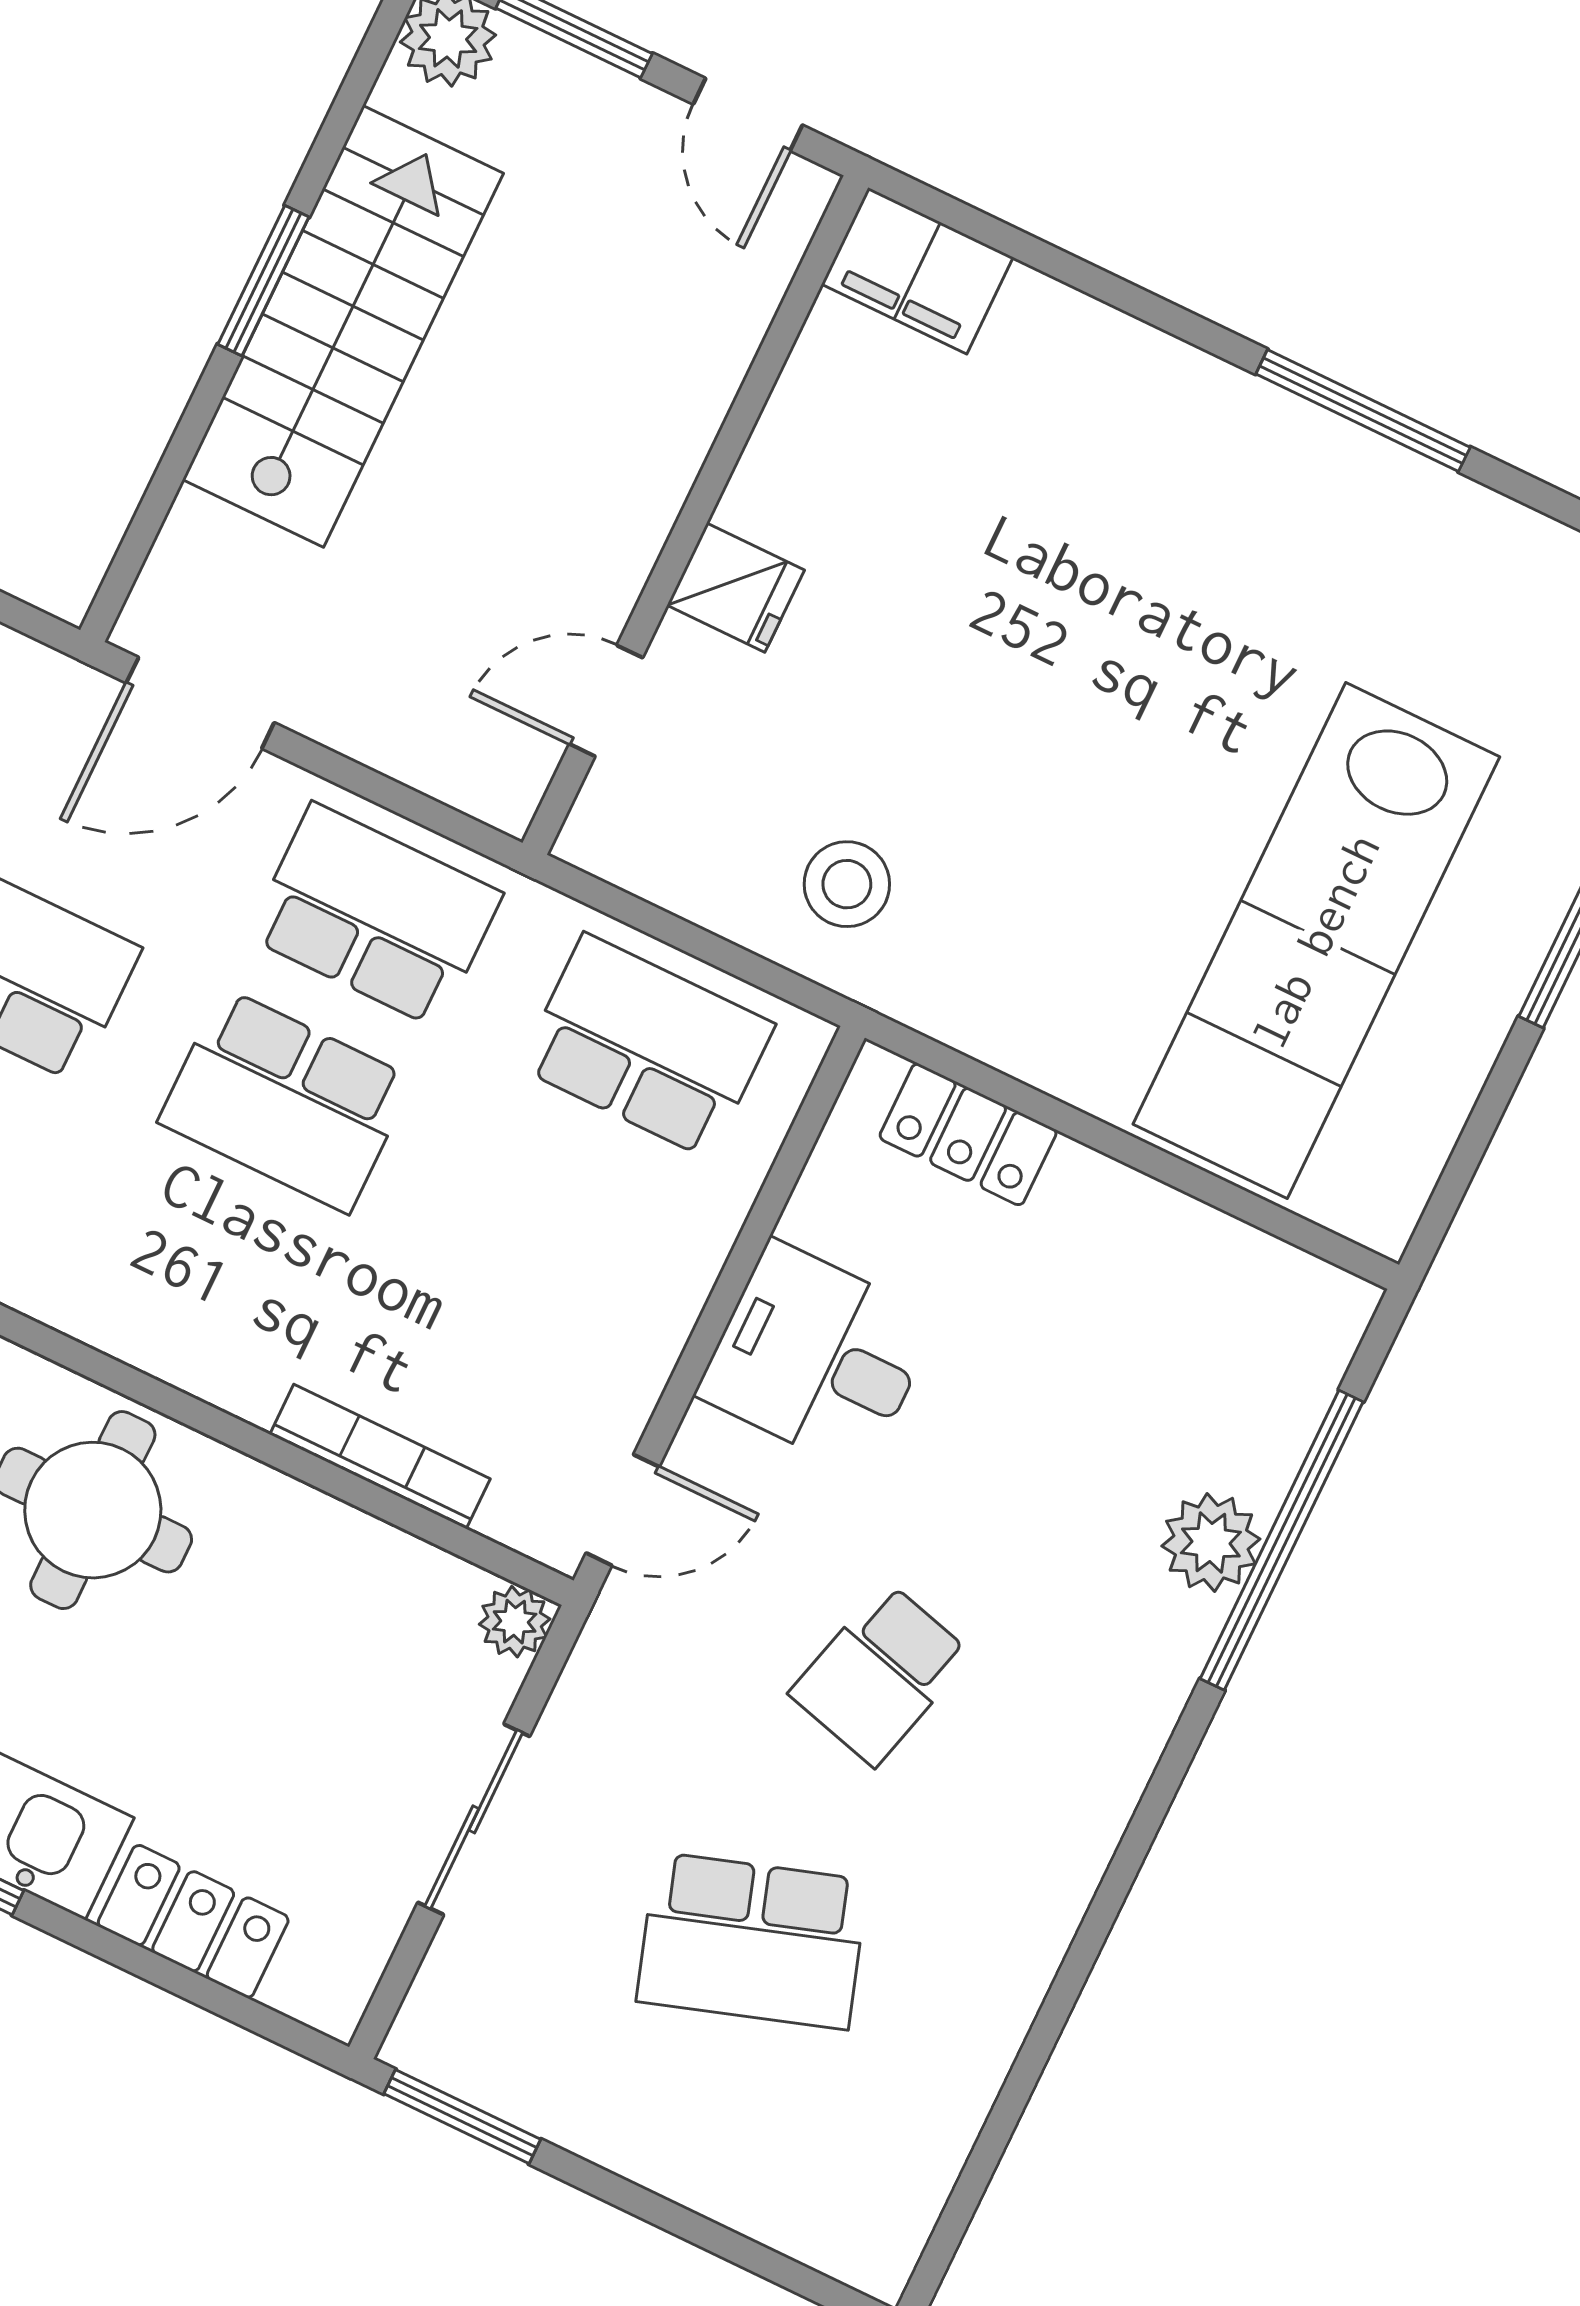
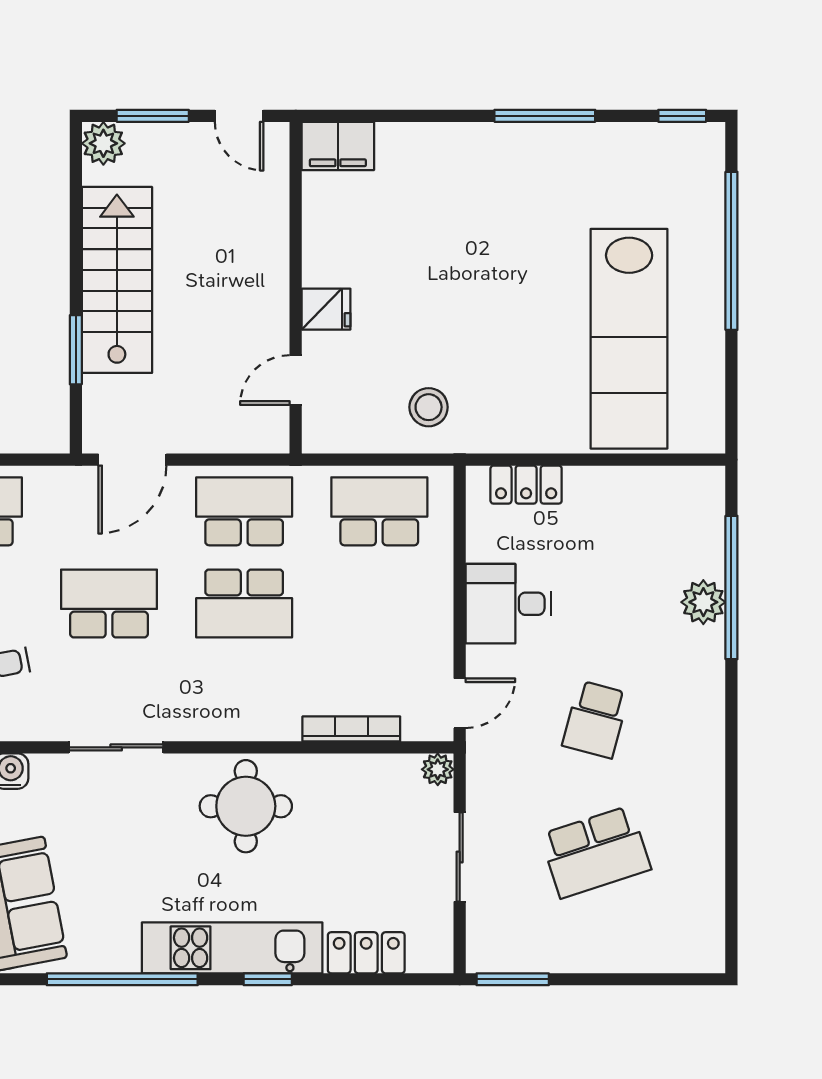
window: (263, 281) -> (76, 350), moved

